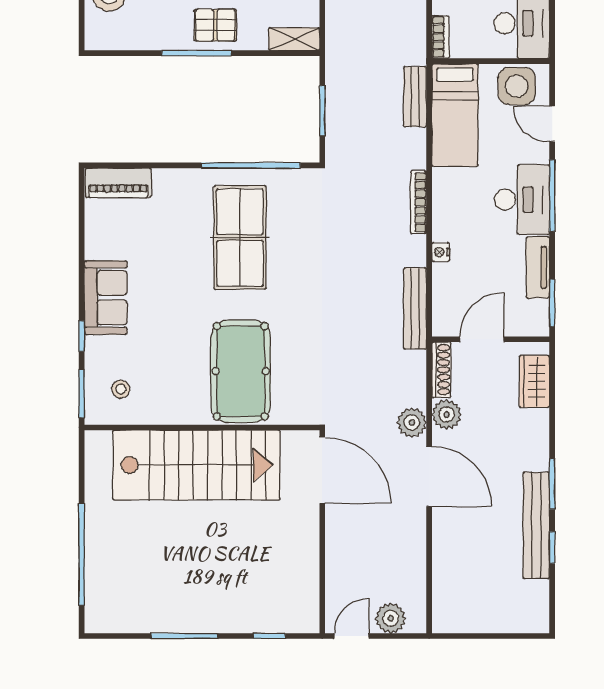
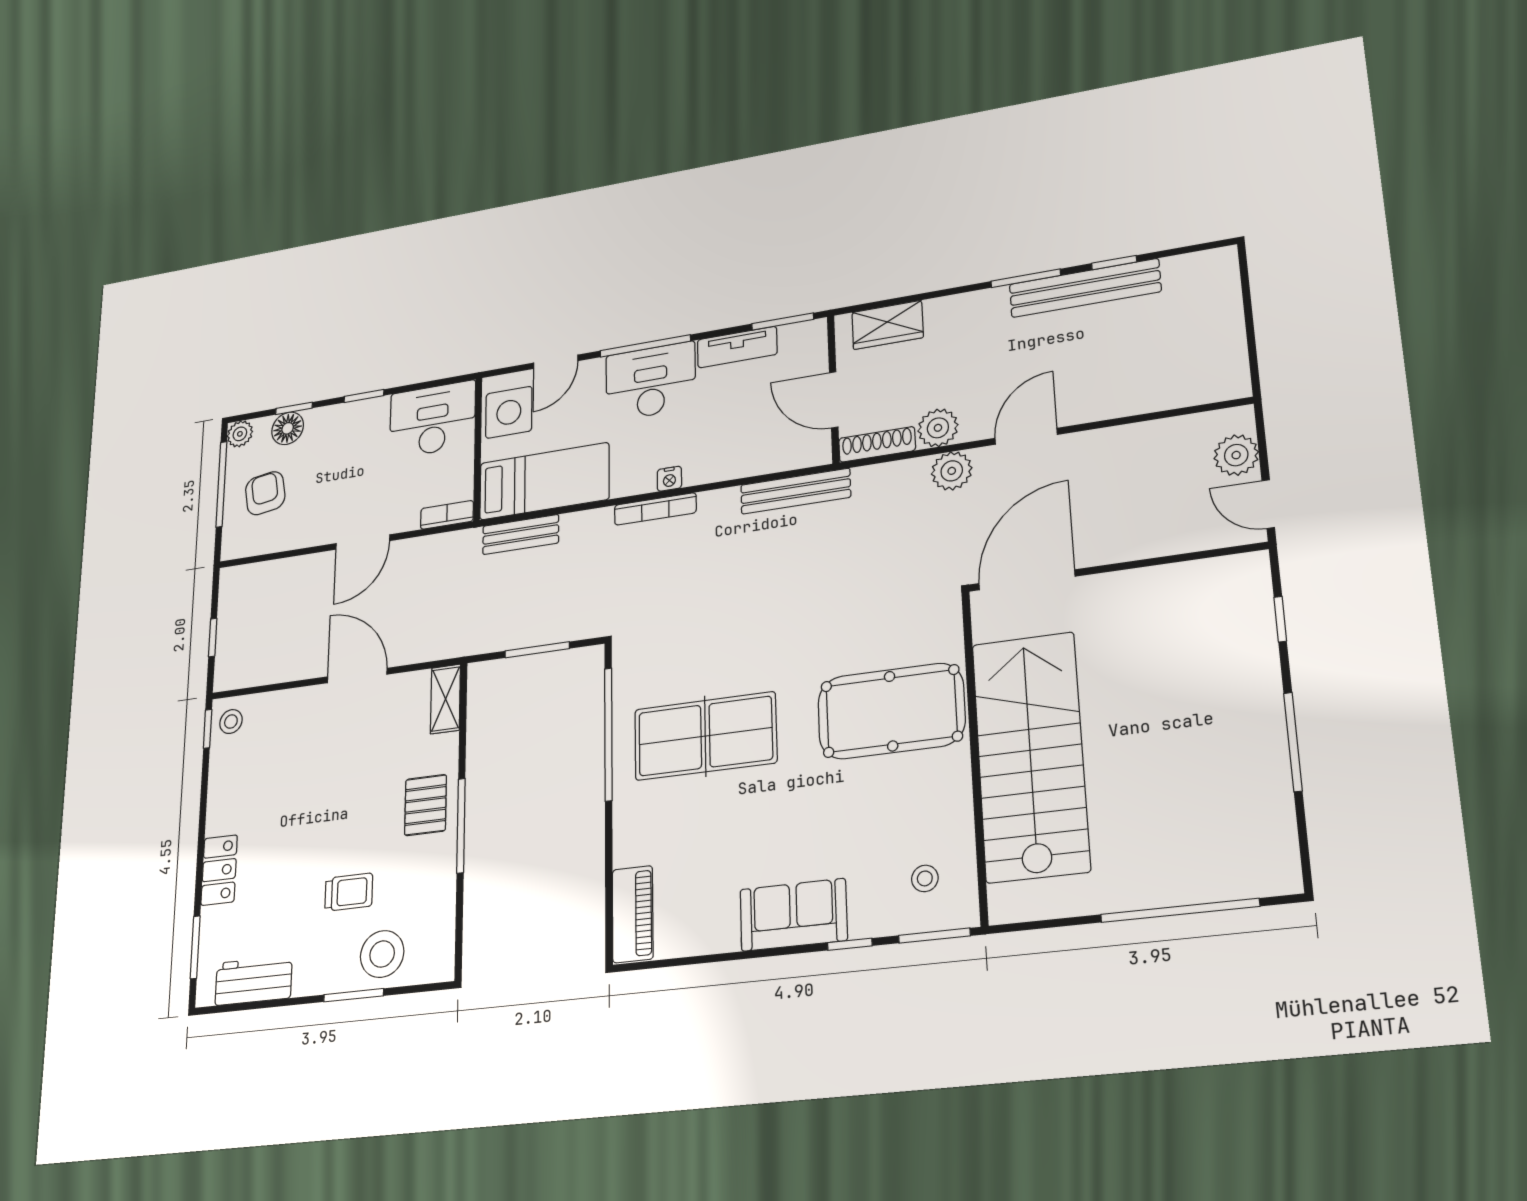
nightstand: (441, 252) -> (669, 479), moved
door: (429, 477) -> (1026, 436), width x0.73

